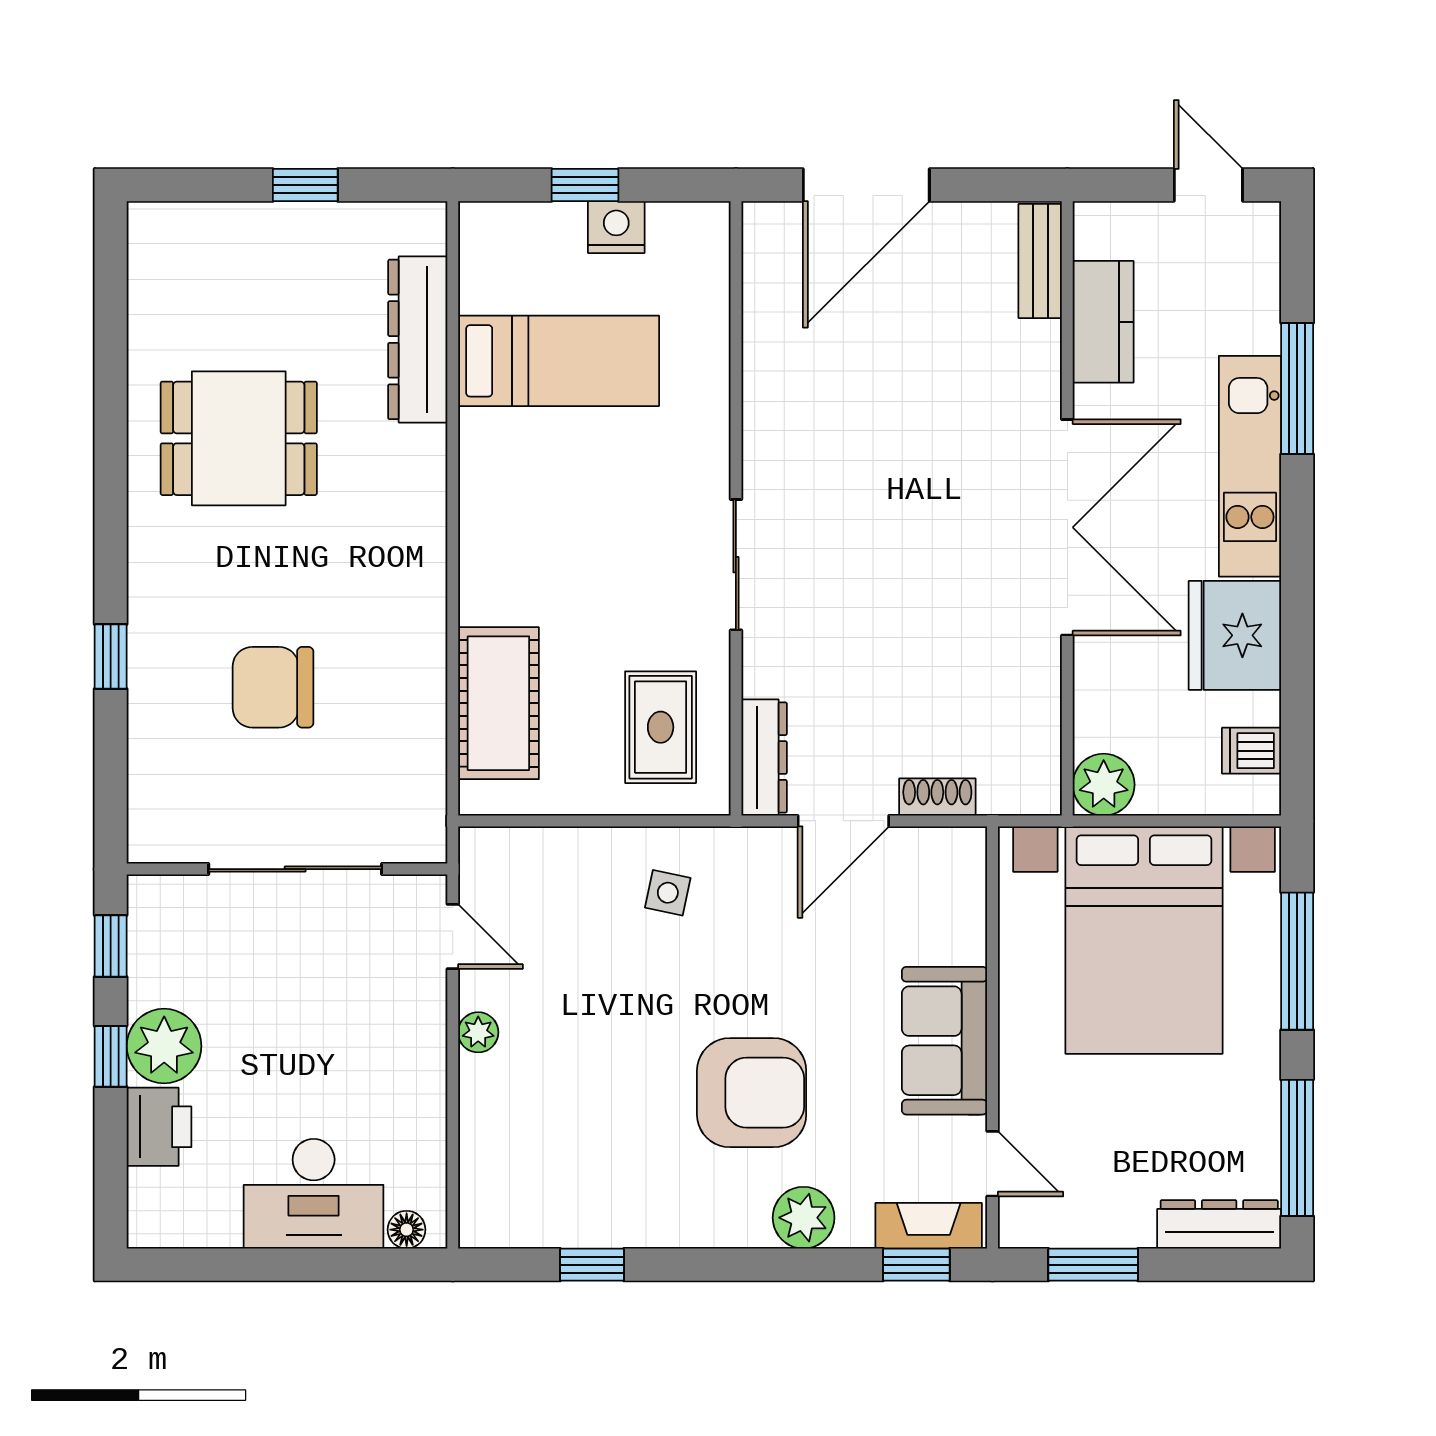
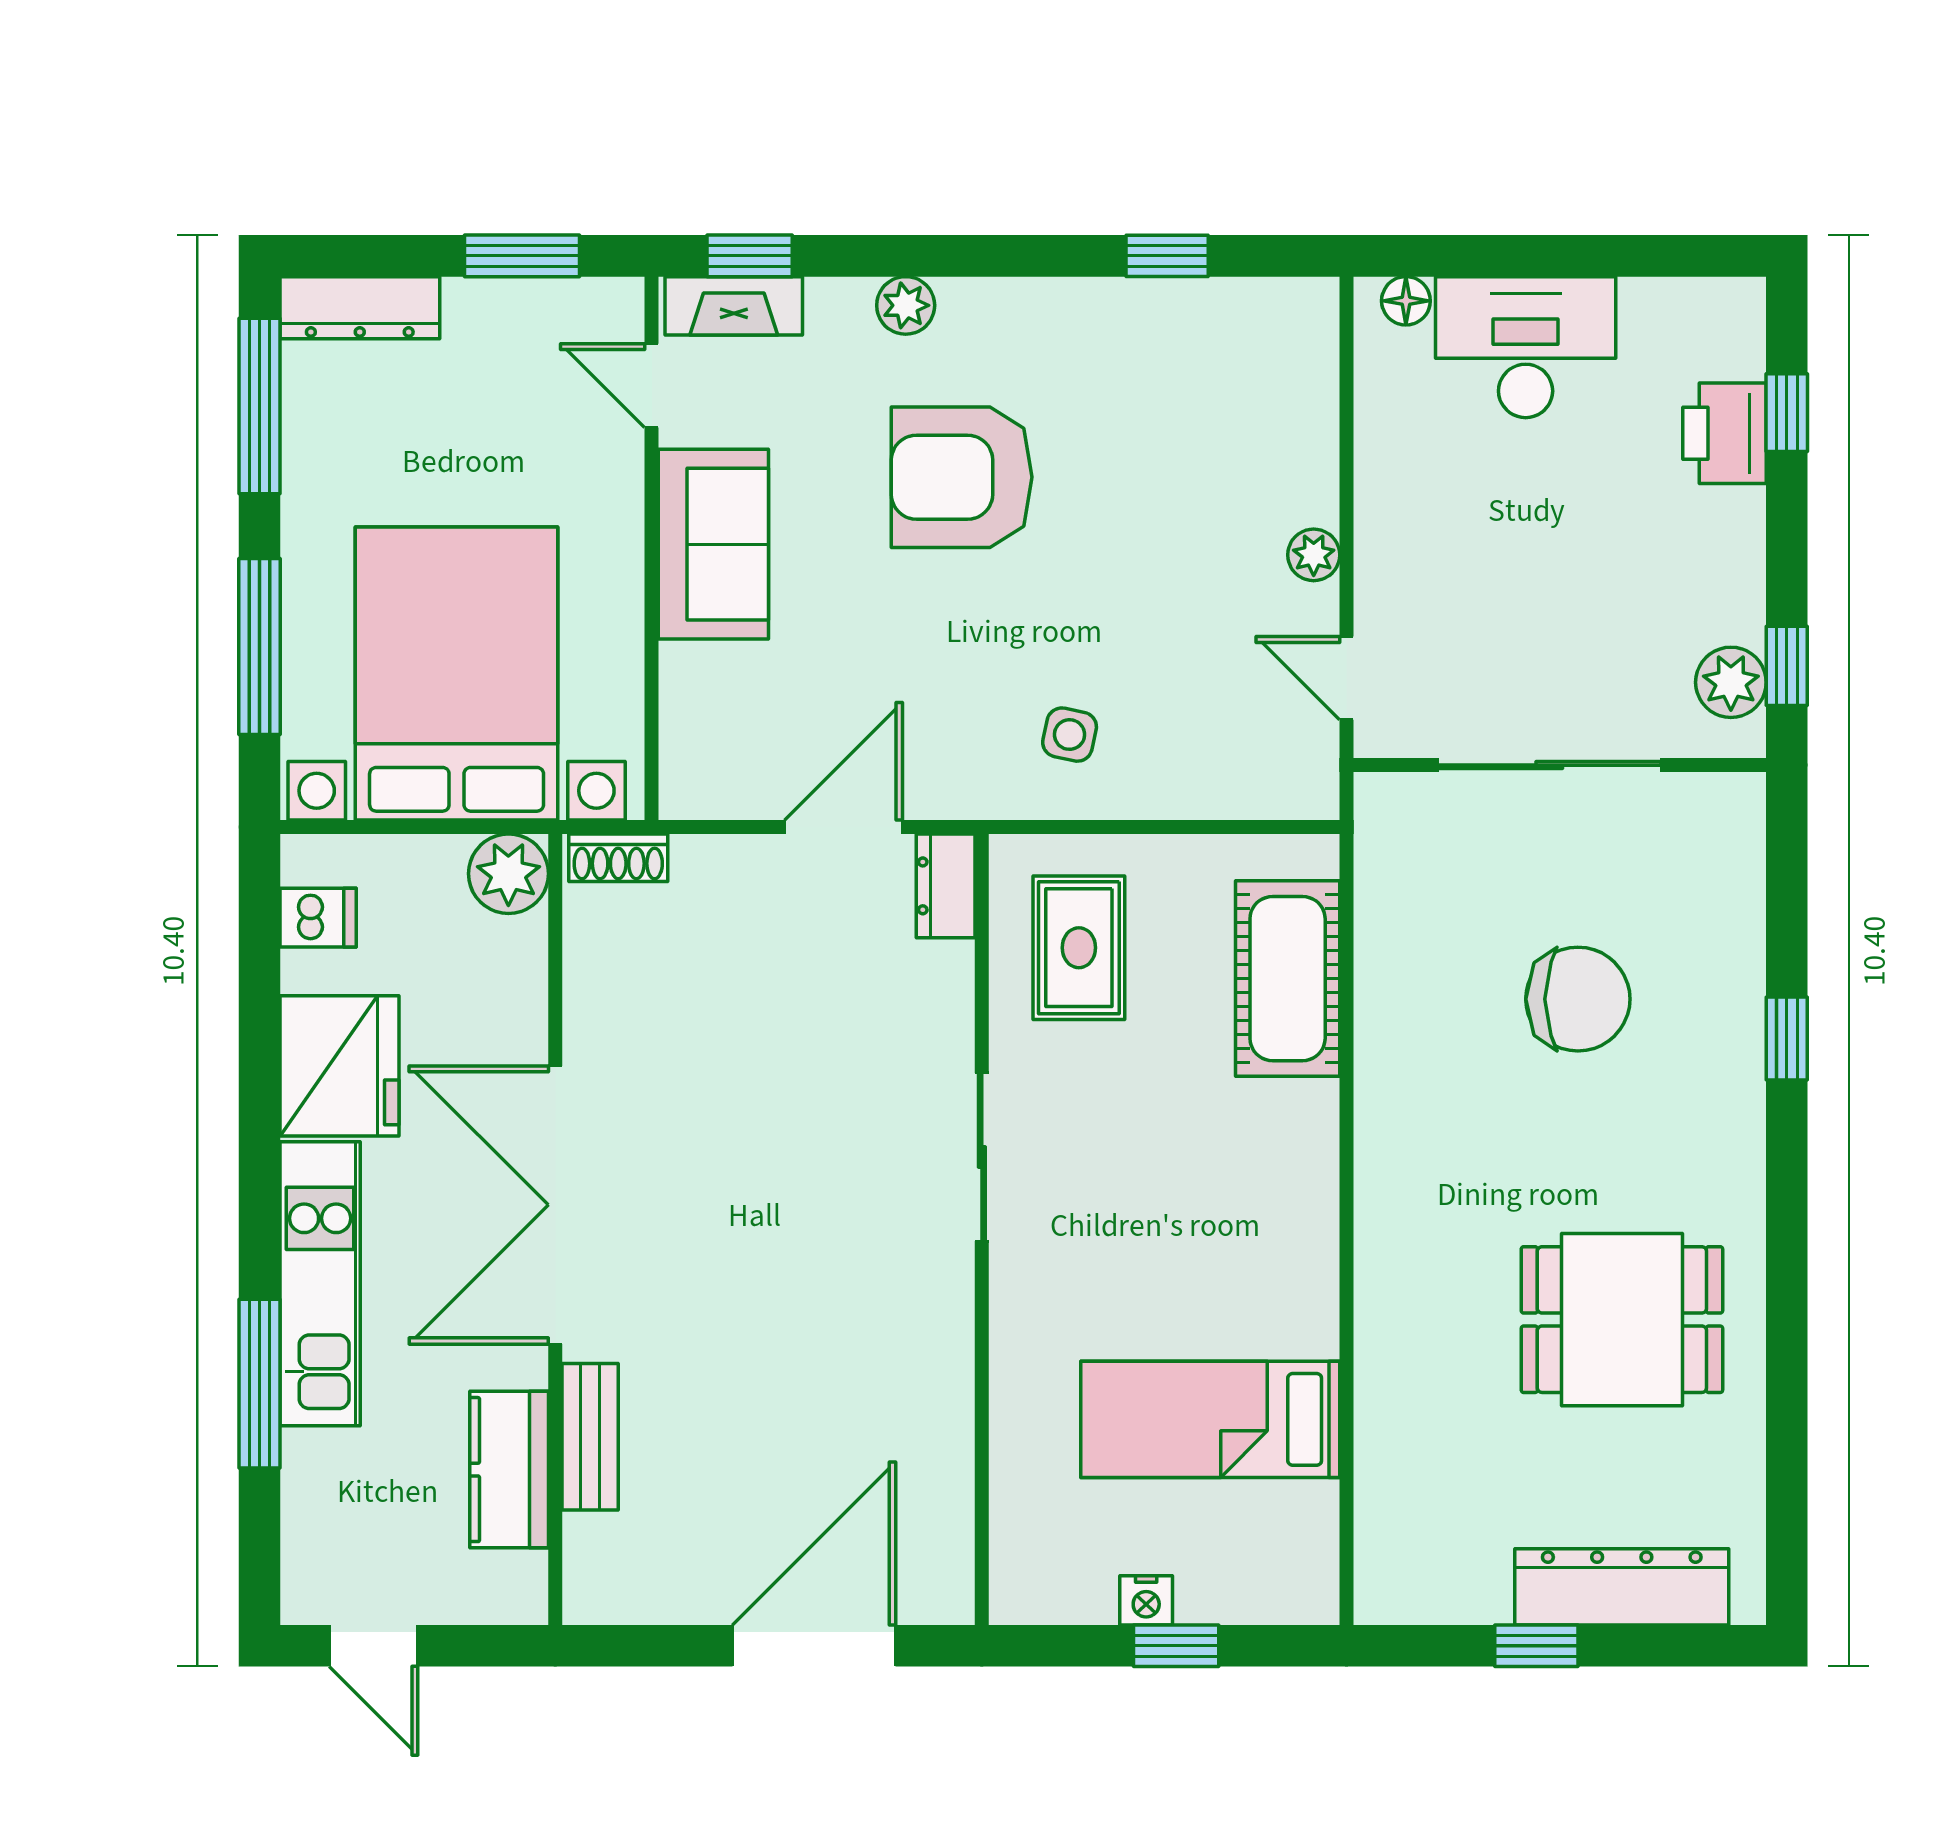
nightstand: (616, 227) -> (1146, 1600), width x0.72, depth x0.74
bench: (1040, 261) -> (590, 1437), moved
dresser: (418, 339) -> (1622, 1587), moved, turned -90
dresser: (764, 757) -> (946, 886), width x0.70
shoe rack: (937, 797) -> (618, 858), moved
plant: (164, 1046) -> (1731, 682), moved, width x0.73, depth x0.73
window: (111, 1056) -> (1787, 413), moved
plant: (804, 1218) -> (906, 305), width x0.73, depth x0.73

